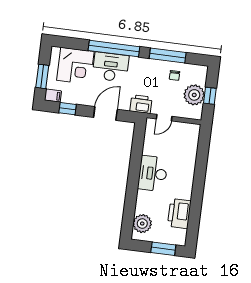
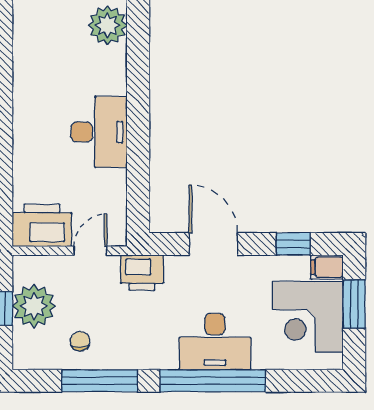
corner desk: (75, 66) -> (308, 317), moved, turned -90
door: (105, 113) -> (213, 244), swing flipped
printer: (179, 214) -> (42, 225), moved, turned -90

